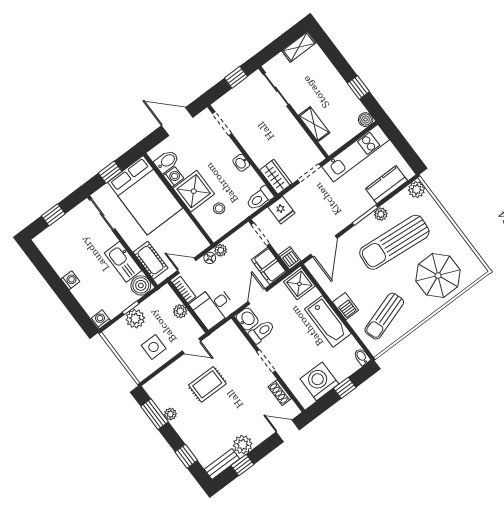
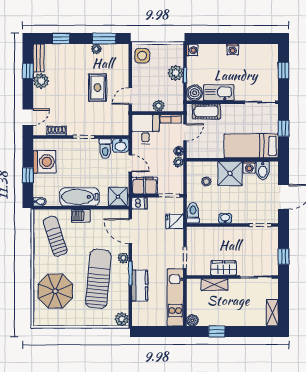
wardrobe: (276, 177) -> (224, 268), moved, turned 180
kitchen counter: (386, 185) -> (140, 285), moved
bed: (145, 195) -> (251, 146), width x0.67
plant: (381, 214) -> (123, 258), moved
side table: (154, 347) -> (142, 56), moved

